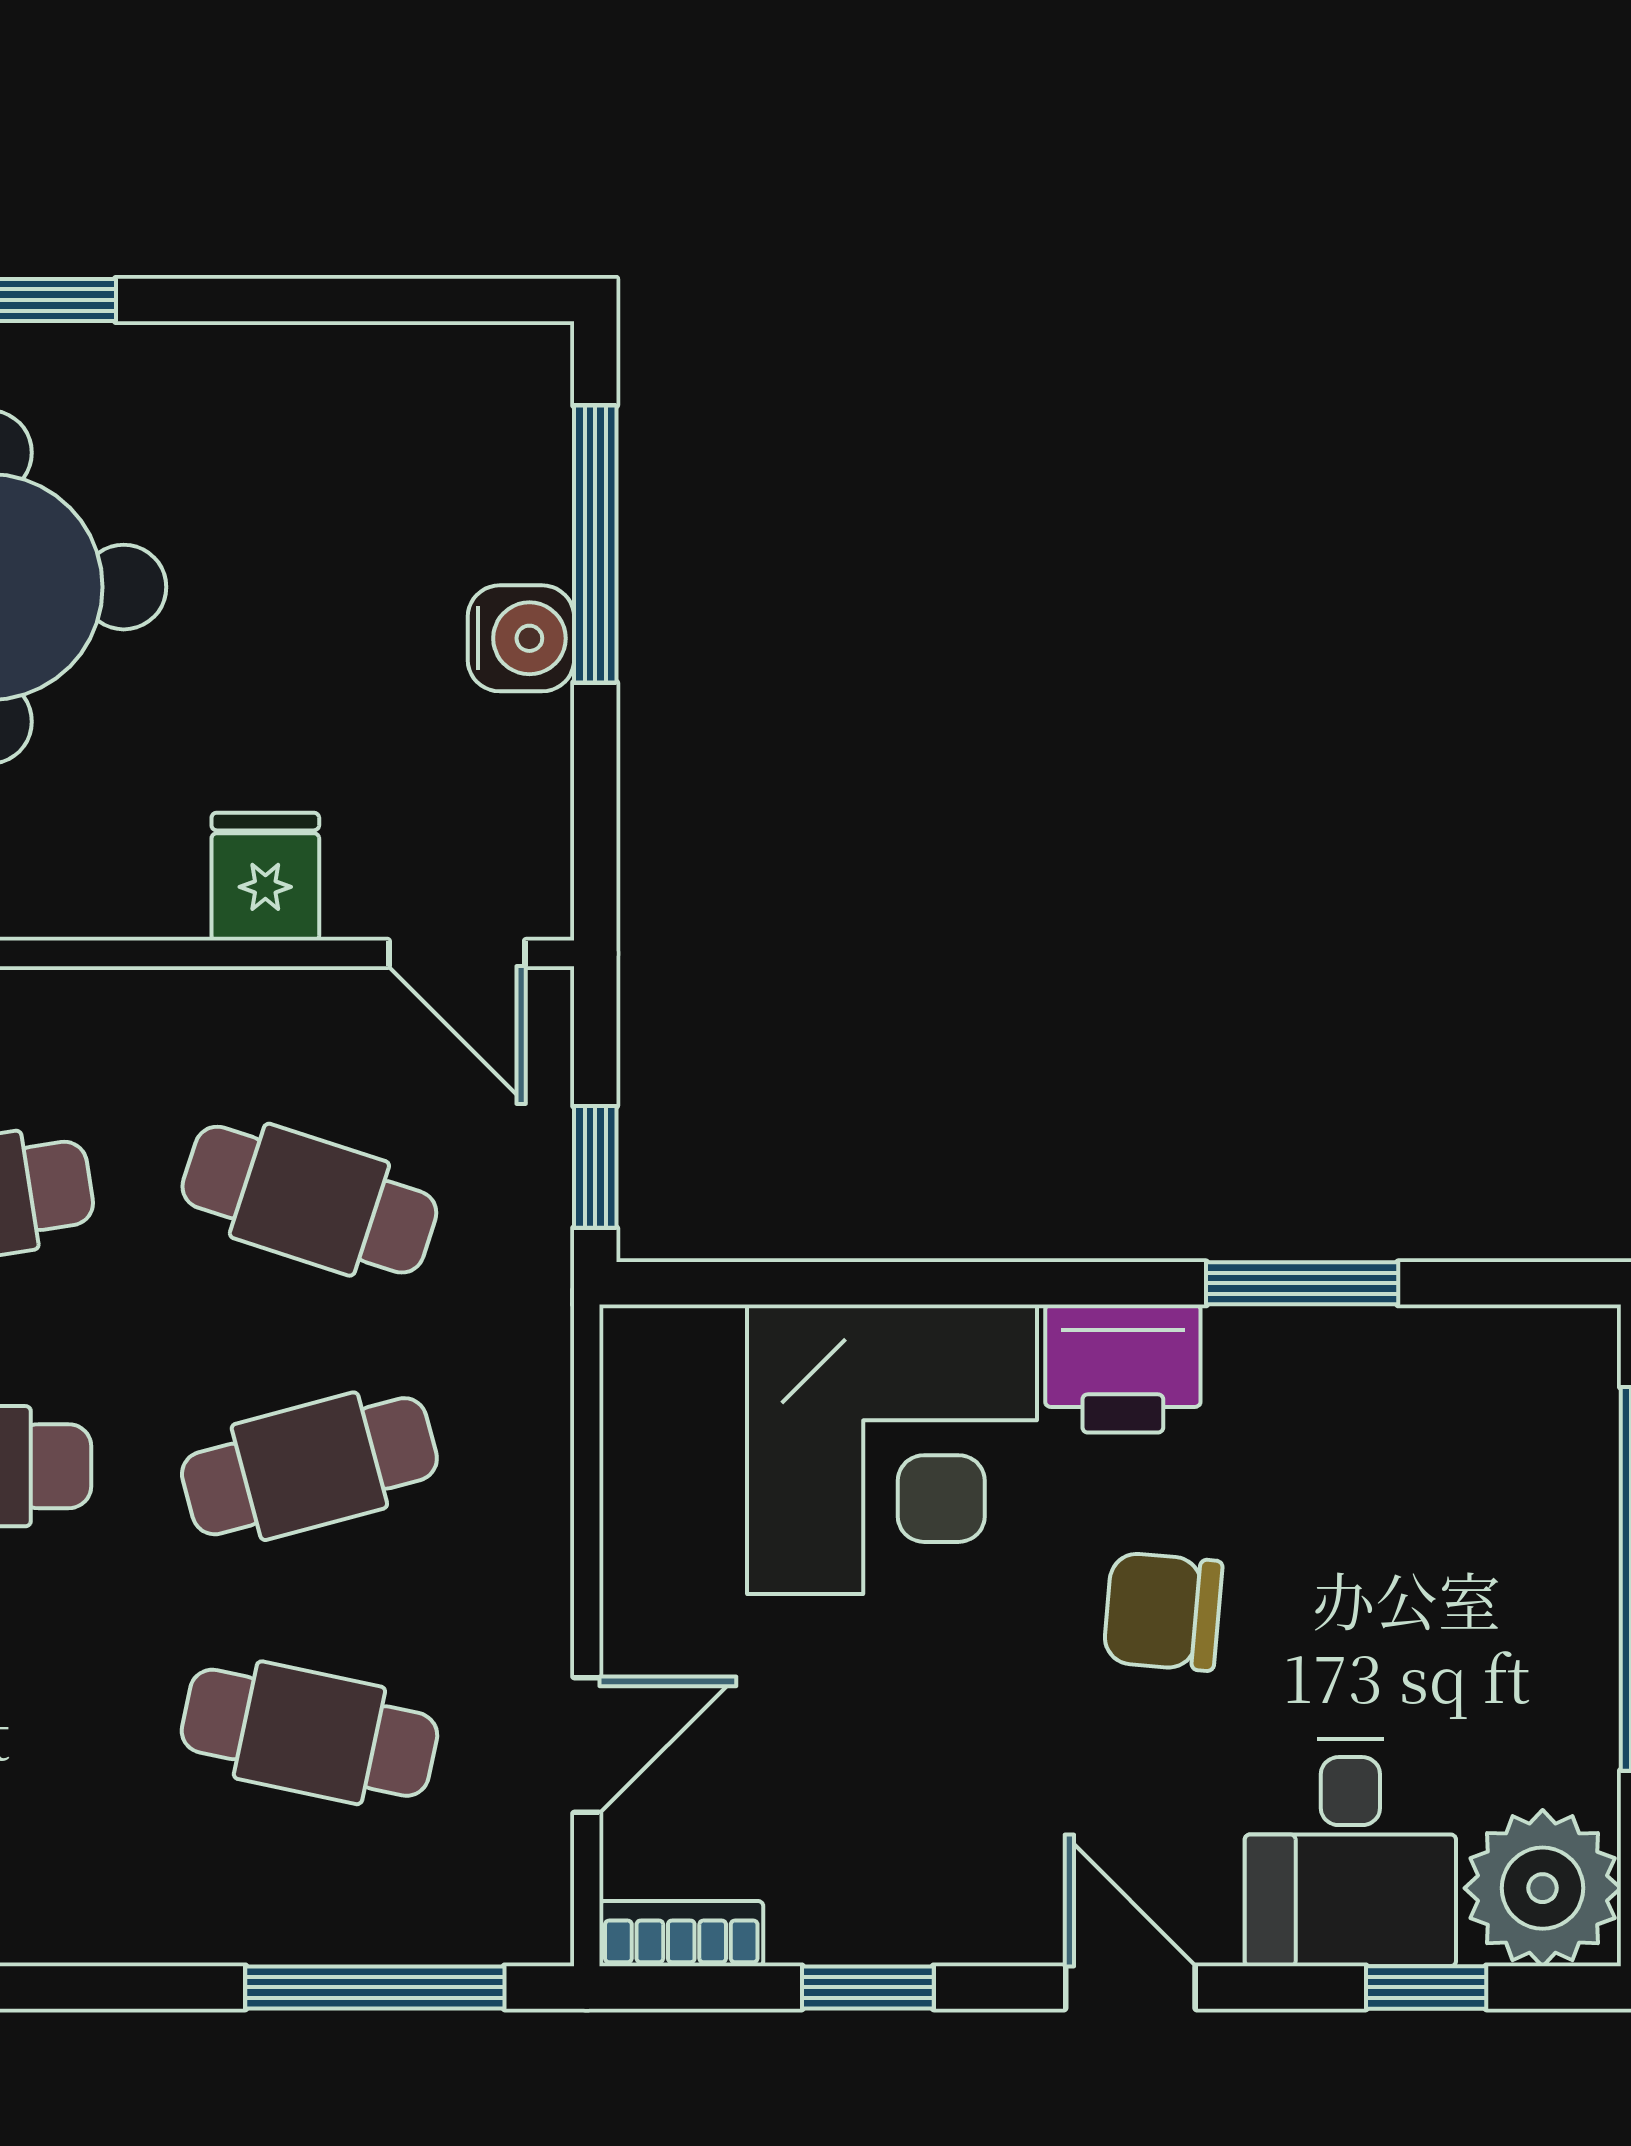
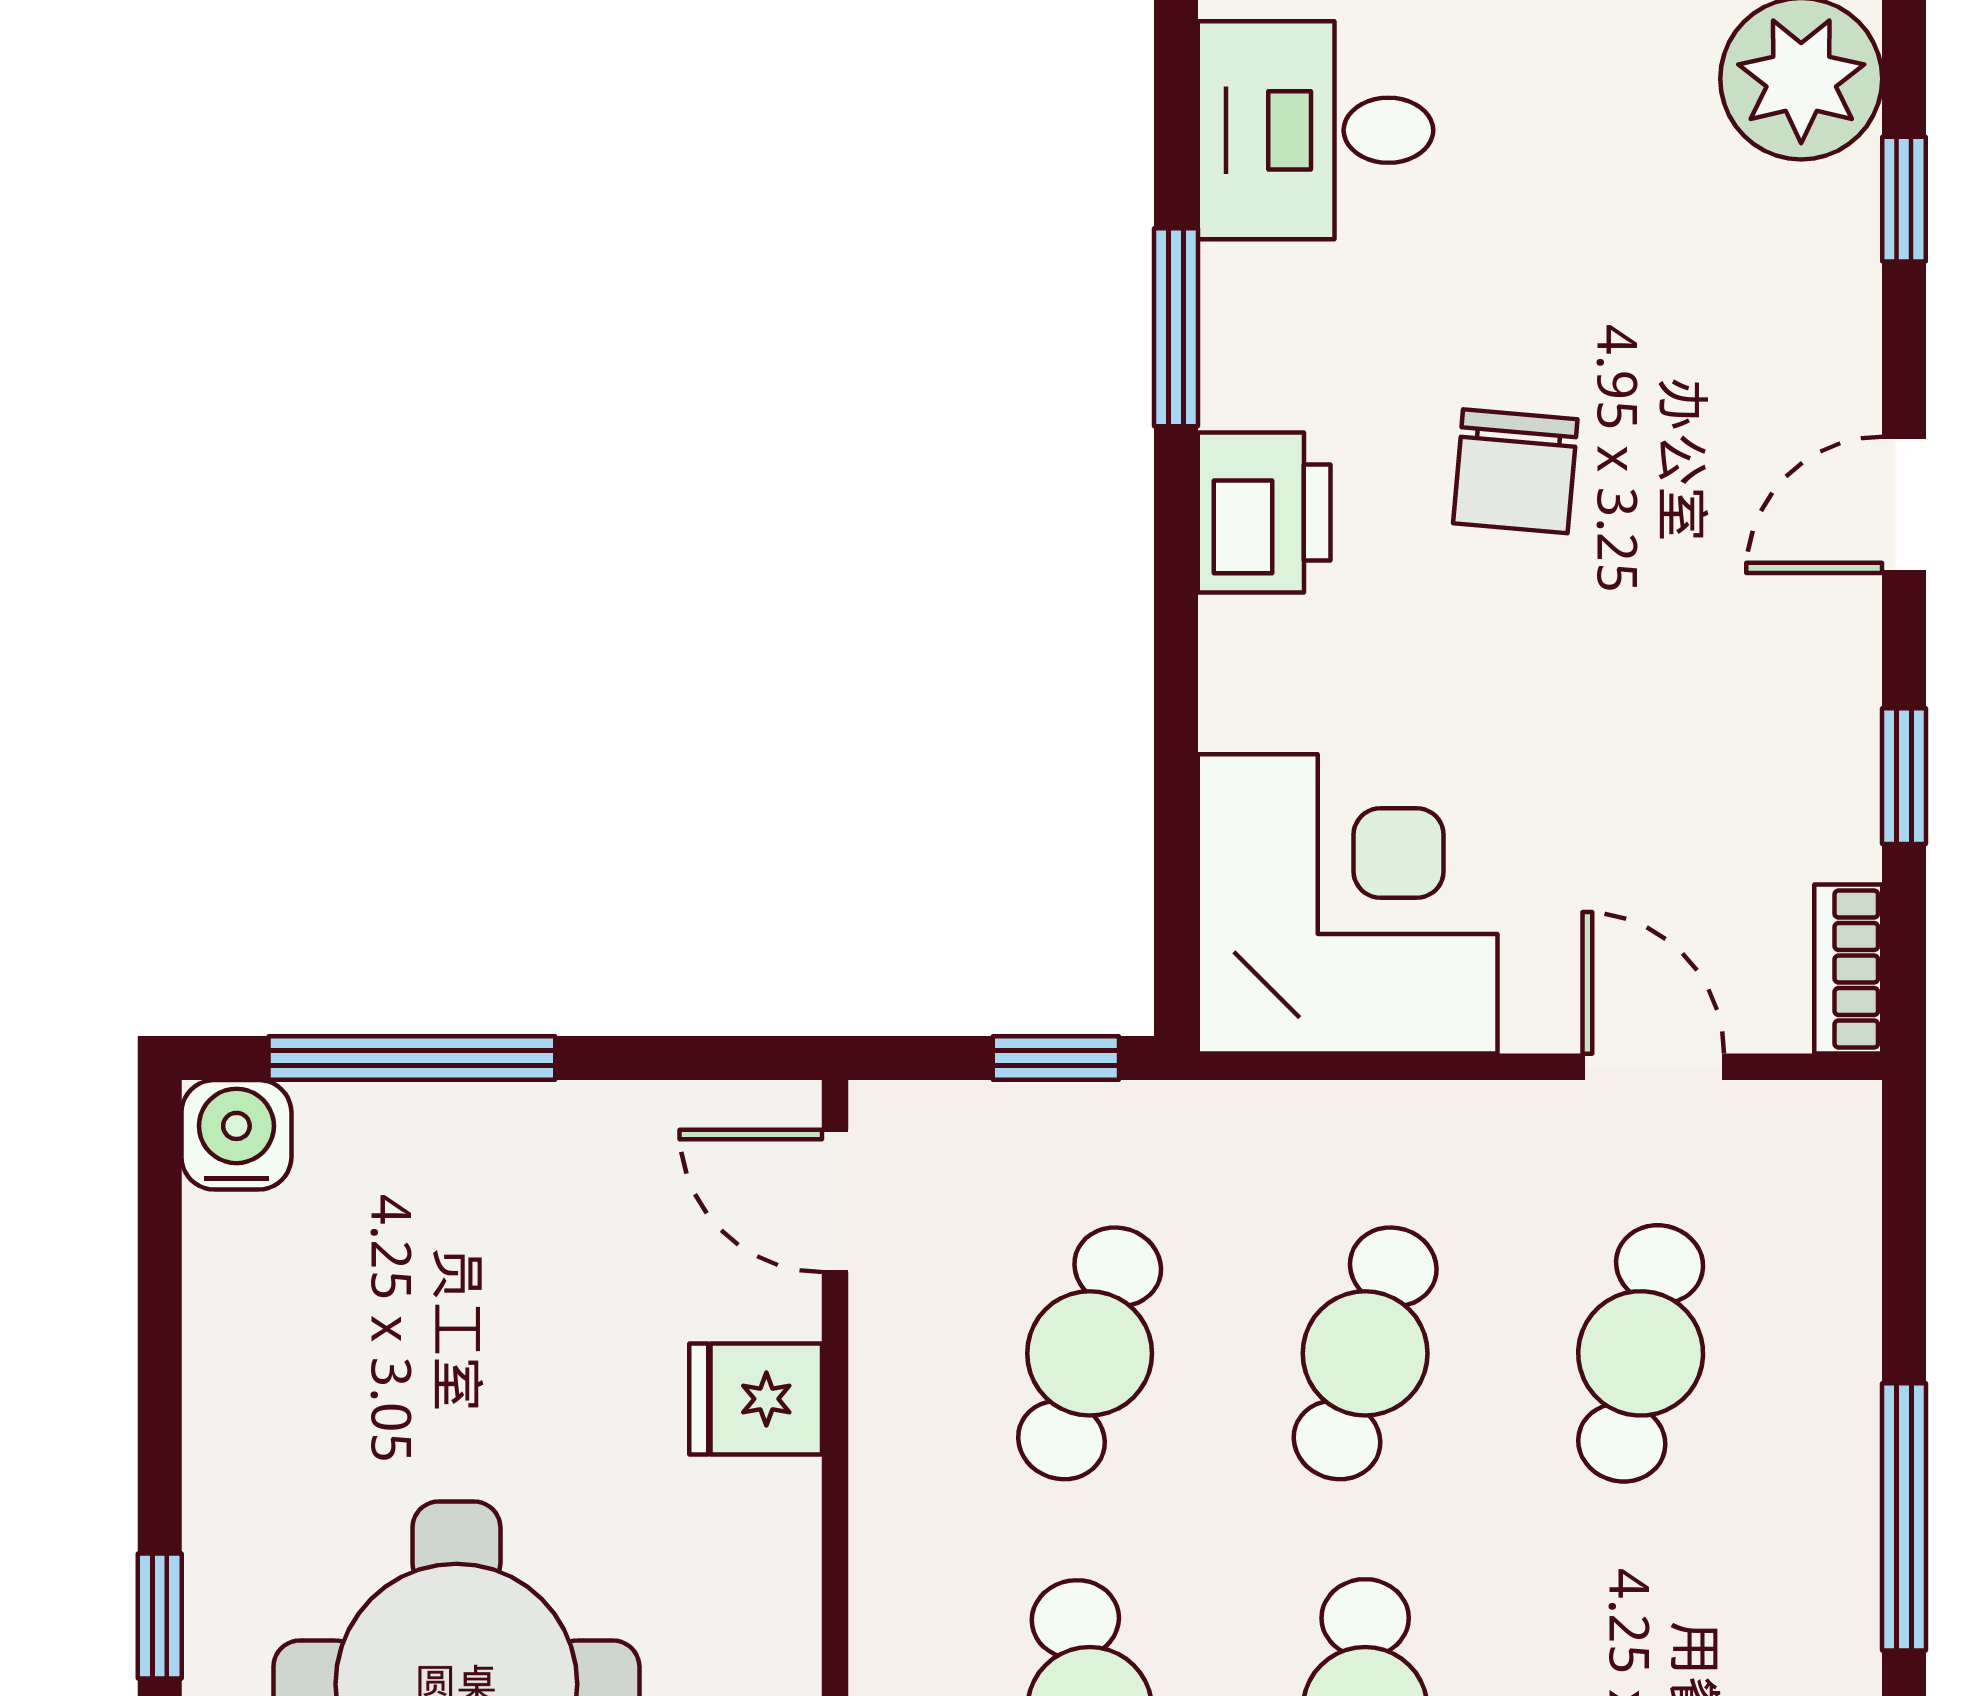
water cooler: (521, 638) -> (236, 1135), moved
door: (457, 953) -> (835, 1201), swing flipped
corner desk: (892, 1449) -> (1348, 904), moved
cafe table: (309, 1466) -> (1365, 1353), turned 33
desk: (1350, 1853) -> (1315, 130), moved, turned 180
window: (375, 1987) -> (1904, 1517), moved

